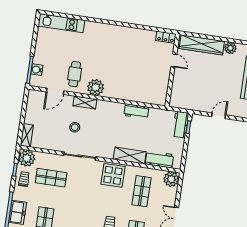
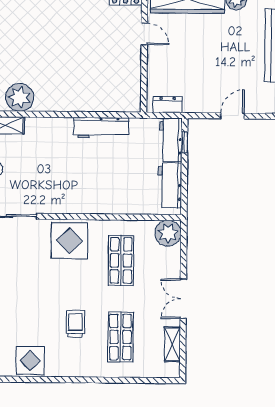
dresser: (182, 104) -> (167, 105), added
workbench: (136, 111) -> (101, 128), width x1.38
shelving: (130, 156) -> (93, 204), removed
workbench: (159, 159) -> (170, 185), moved, turned -90

